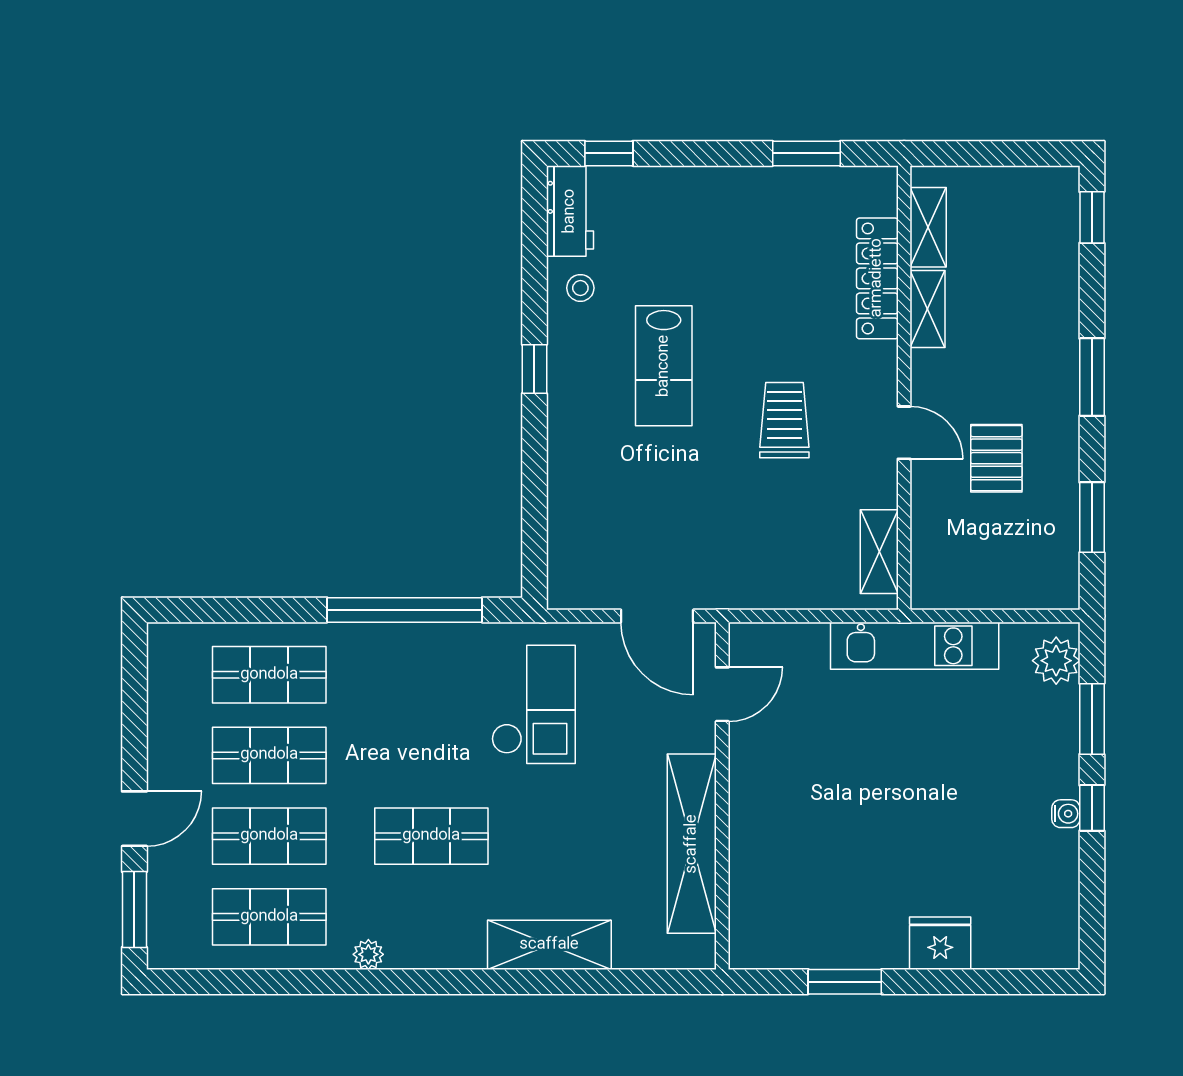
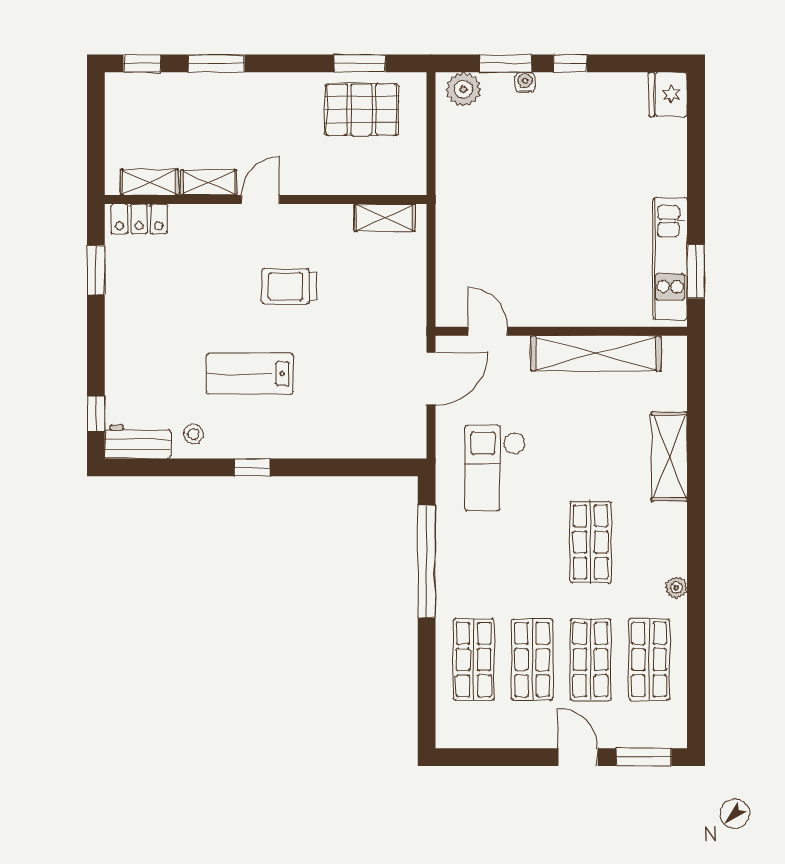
locker: (877, 278) -> (139, 219), moved, width x0.66
lab bench: (664, 366) -> (250, 374), turned 180
window: (1092, 377) -> (216, 63), moved
door: (904, 433) -> (260, 200), moved
pallet: (996, 458) -> (361, 110), moved, width x1.50, depth x1.42
kitchen unit: (915, 646) -> (670, 259), moved, turned 180
checkout: (533, 704) -> (495, 468), turned -90
water cooler: (1066, 814) -> (525, 82), moved
fridge: (940, 943) -> (668, 94), moved
window: (845, 982) -> (696, 271), moved

